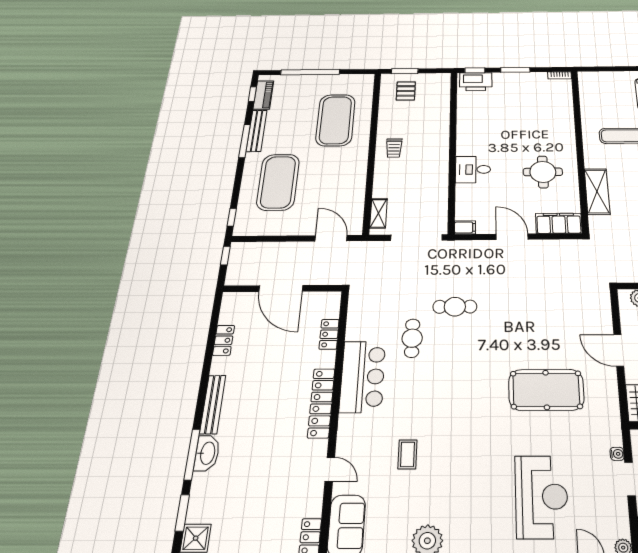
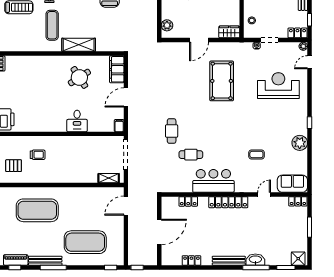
trolley: (394, 148) -> (38, 155), moved
round table: (543, 172) -> (79, 77), turned -33
shelving: (597, 191) -> (79, 45), moved

